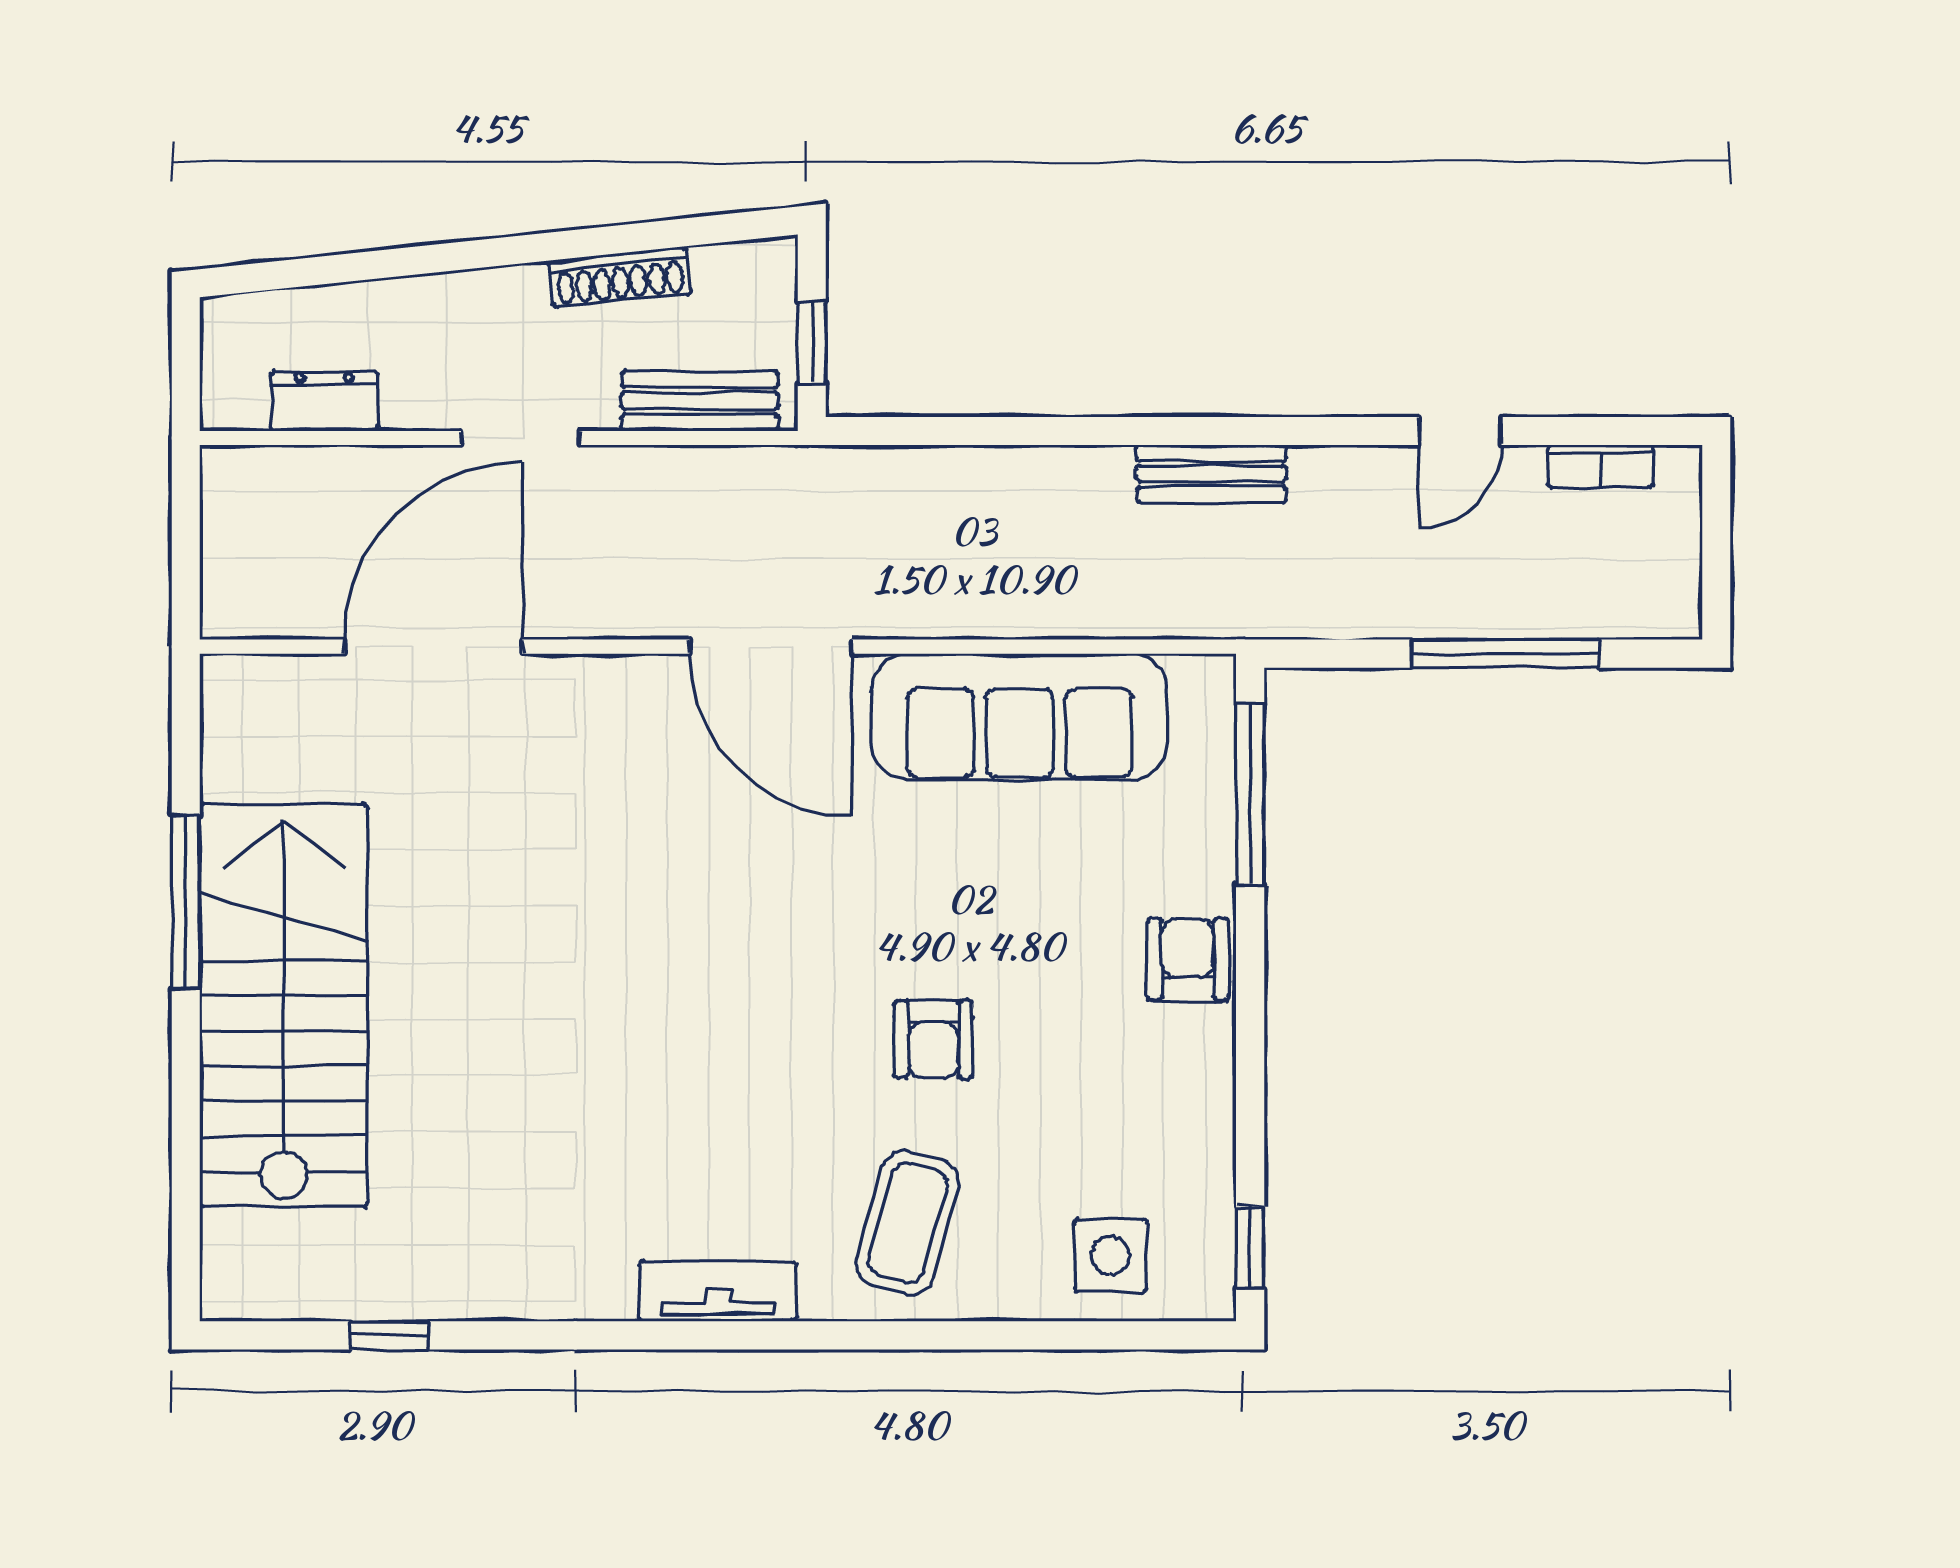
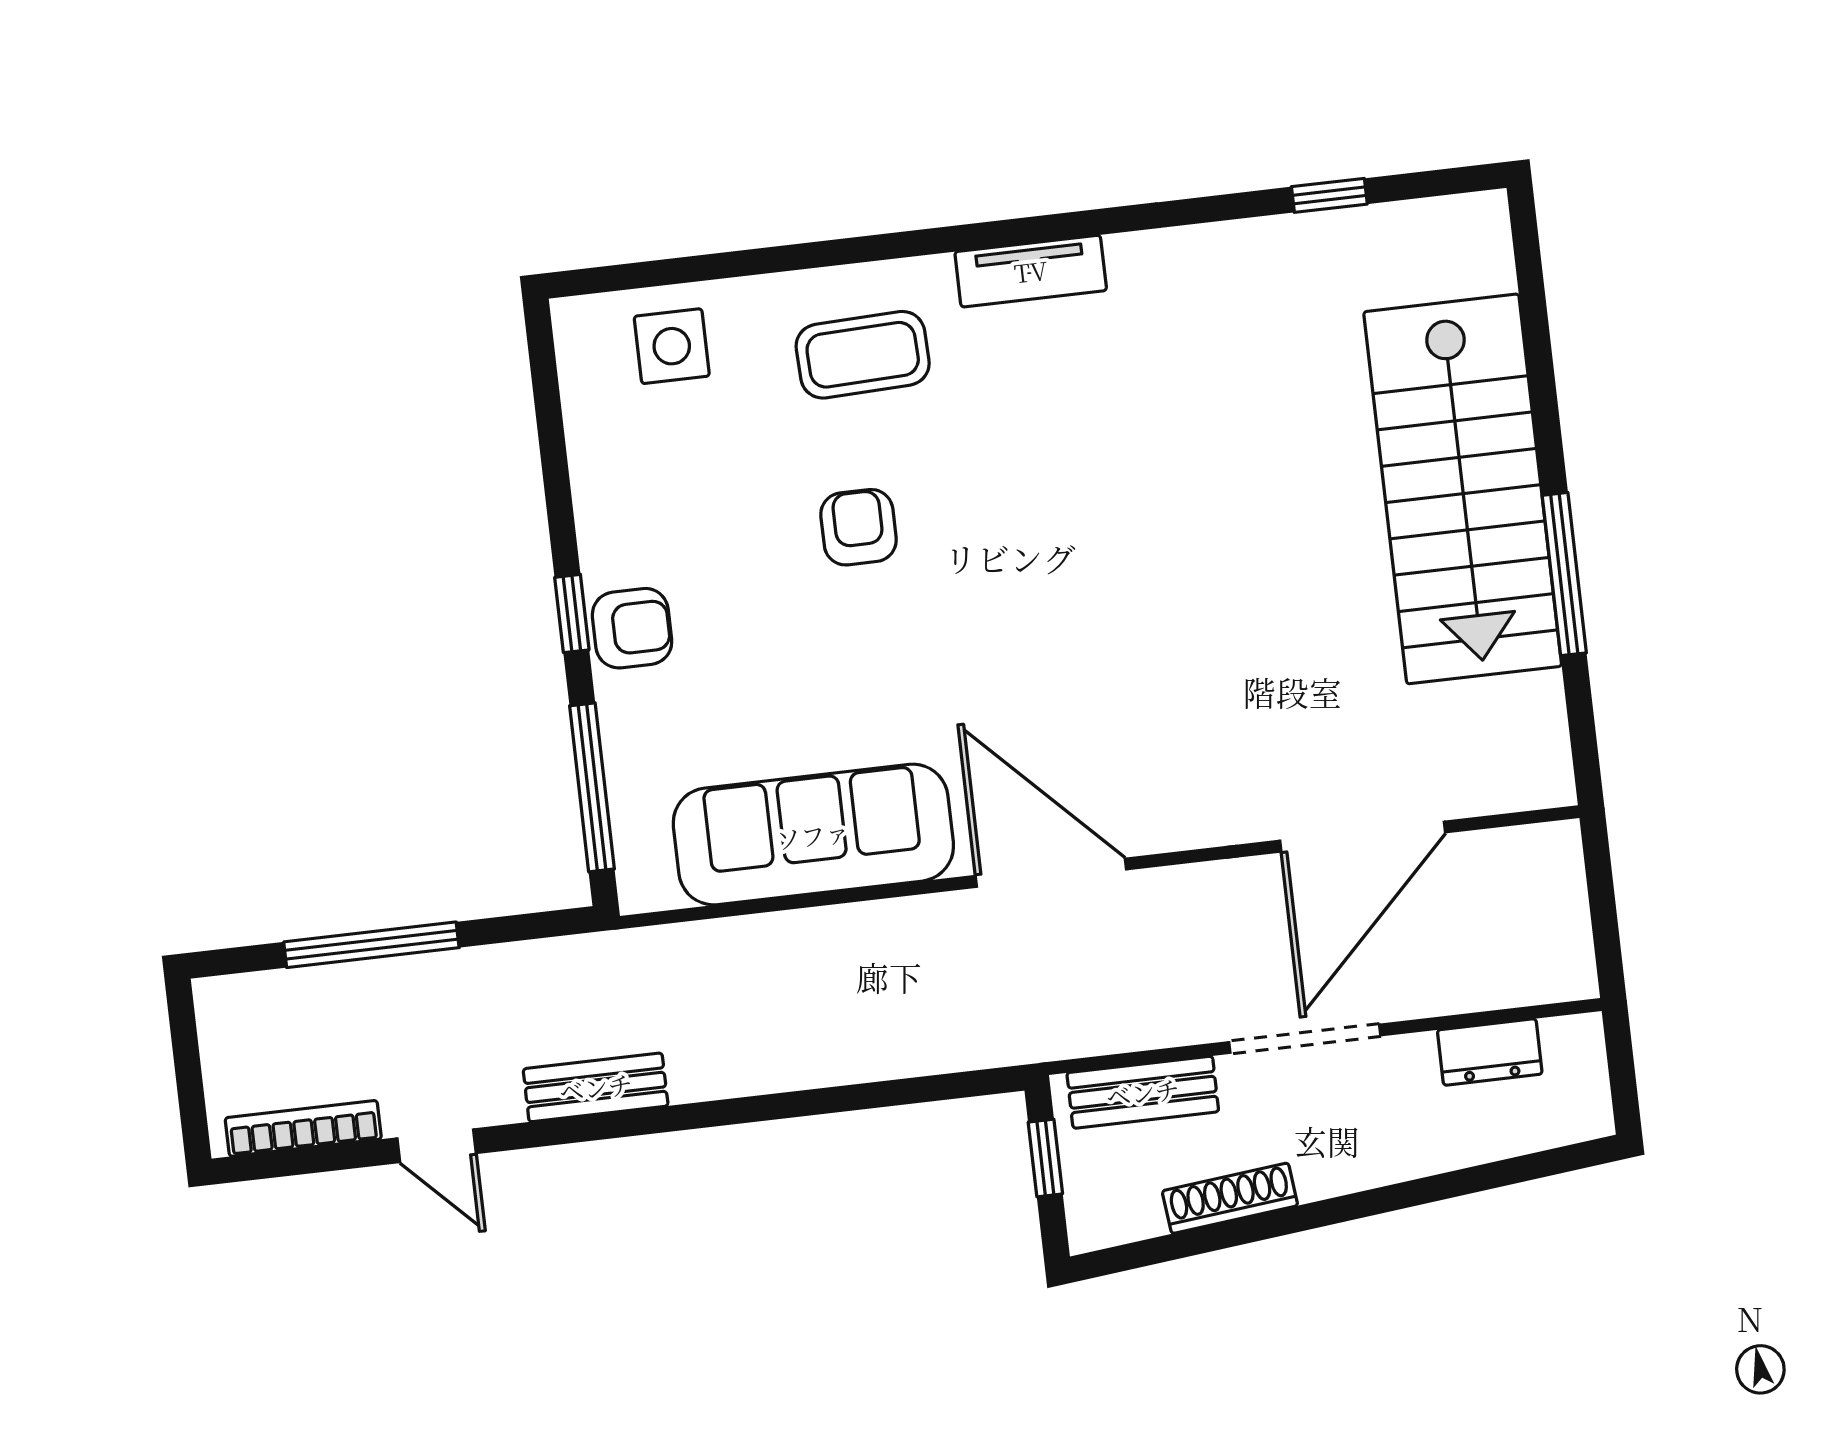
door: (1460, 431) -> (437, 1146), swing flipped
doorway: (520, 438) -> (1305, 1039), width x1.38
bookcase: (1600, 466) -> (303, 1128), width x1.56
bench: (1211, 474) -> (596, 1087), moved
armchair: (1188, 959) -> (632, 628), turned -90
coffee table: (908, 1223) -> (863, 355), turned 72
window: (1250, 1248) -> (572, 614), moved

